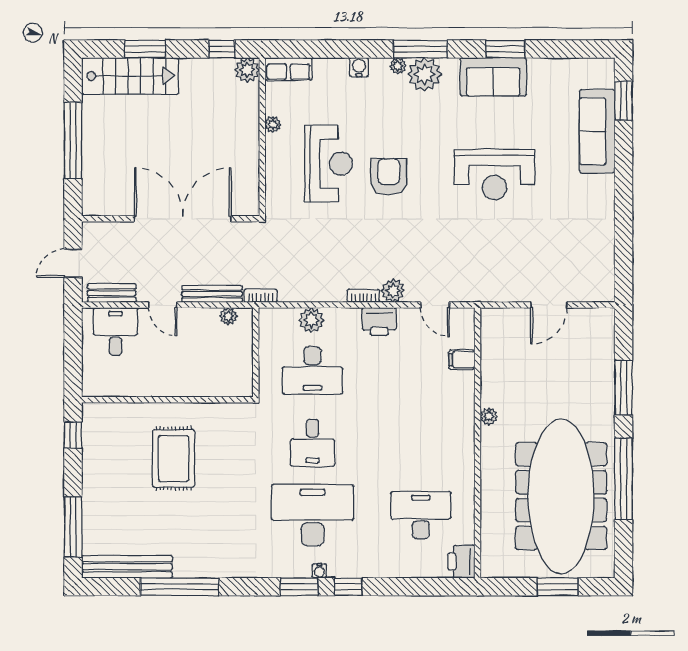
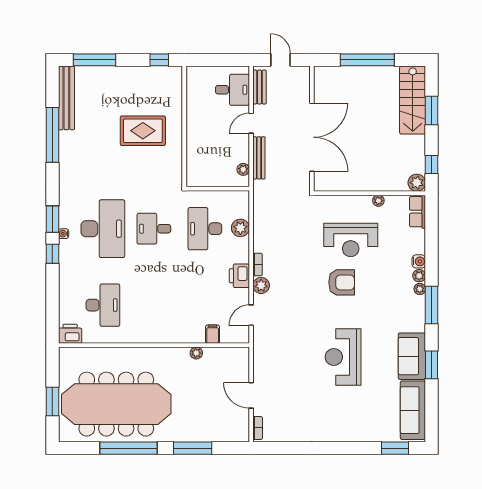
plant: (425, 74) -> (419, 276), moved, width x0.53, depth x0.53
sofa: (597, 131) -> (413, 410), moved, turned -90
bookcase: (261, 296) -> (258, 428), moved
plant: (489, 416) -> (196, 353), moved

